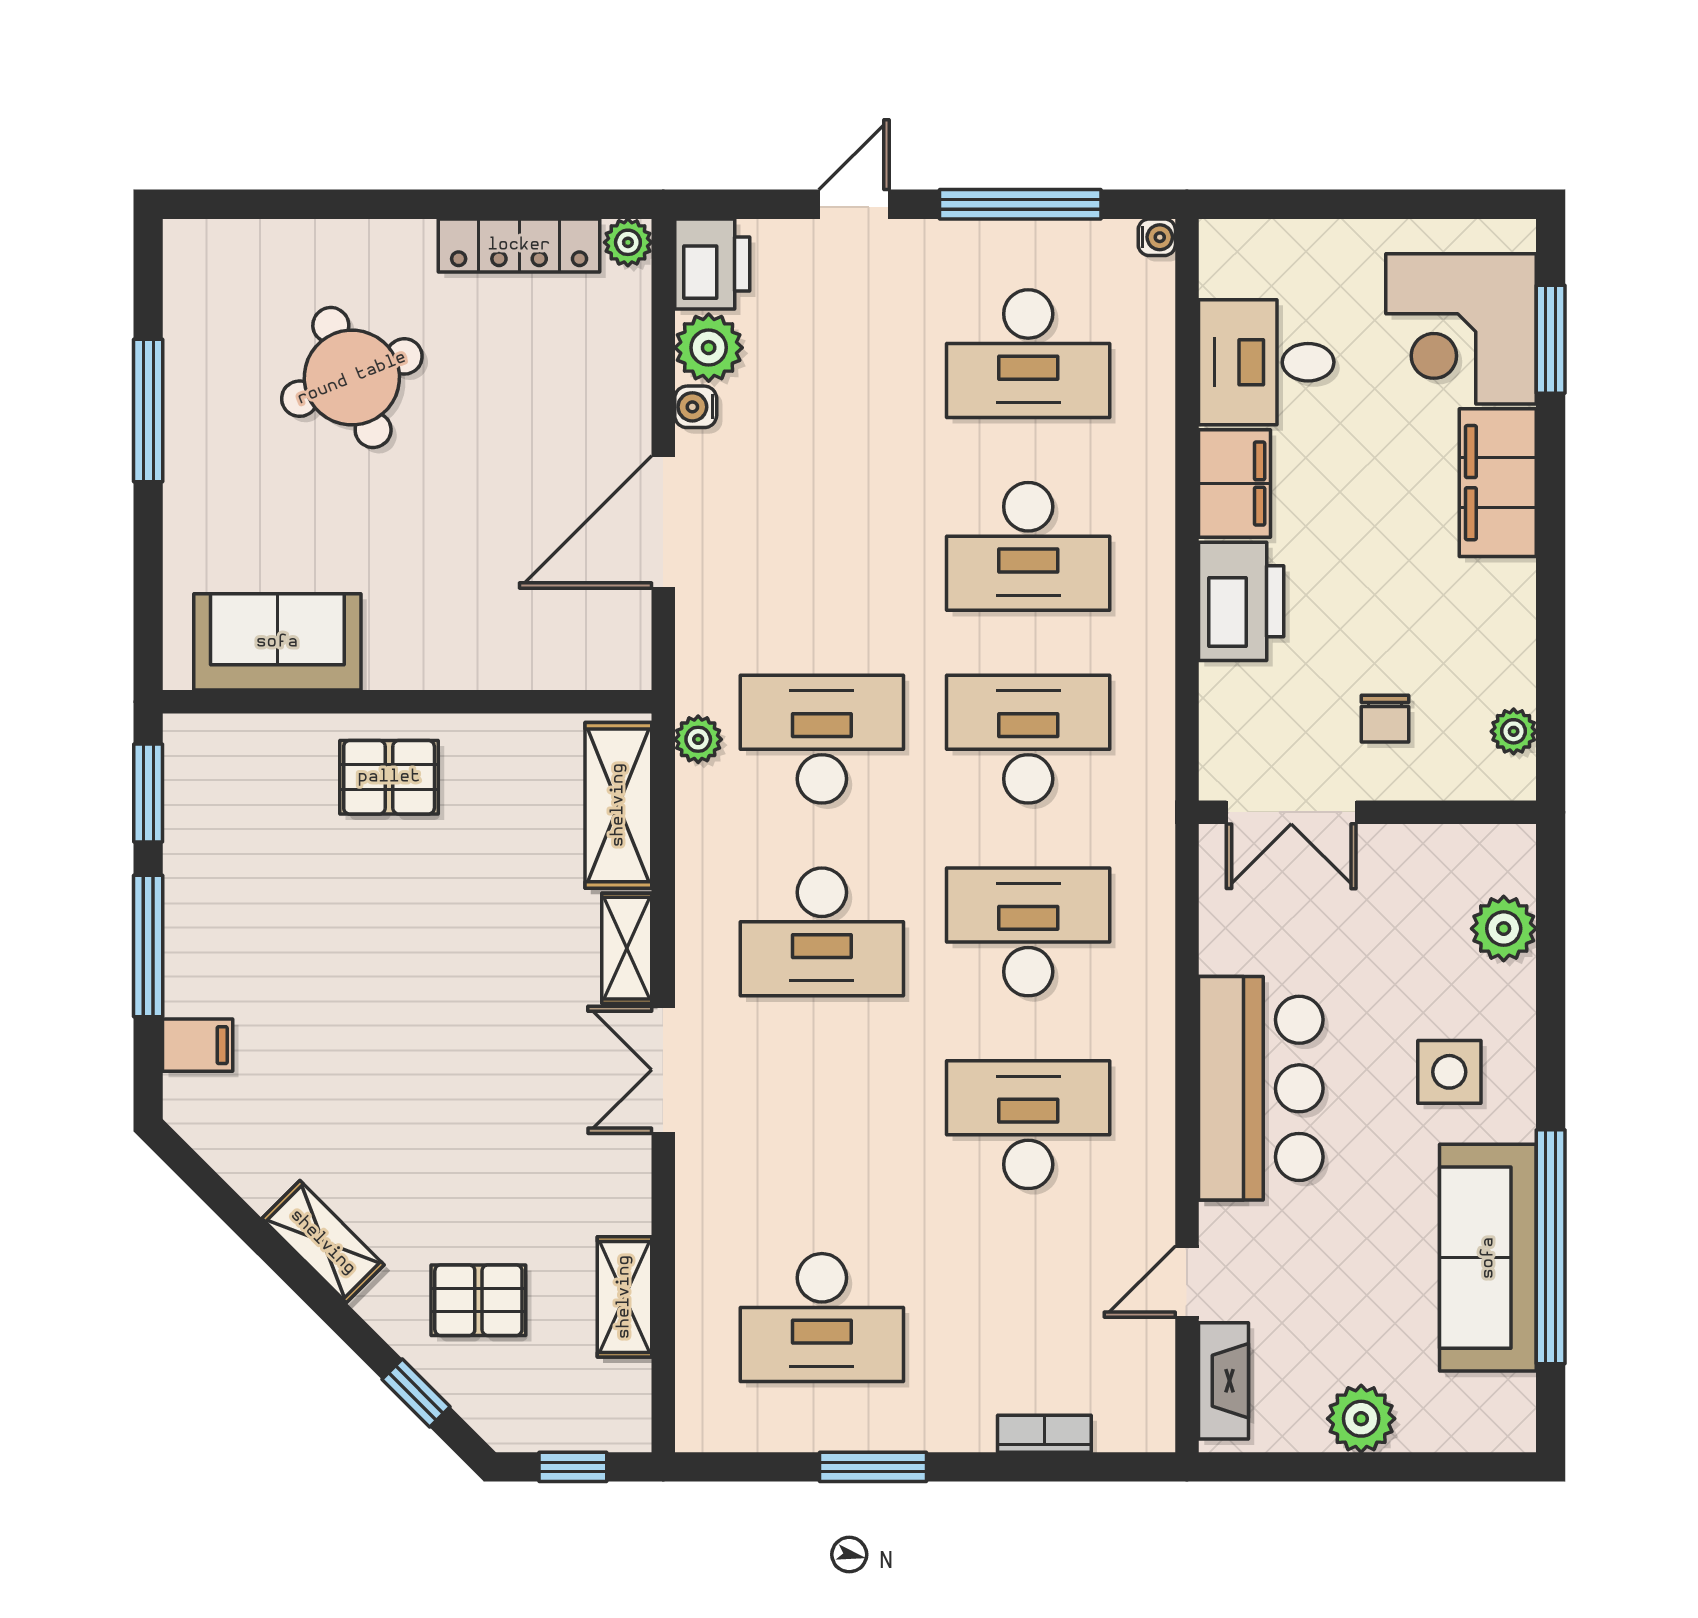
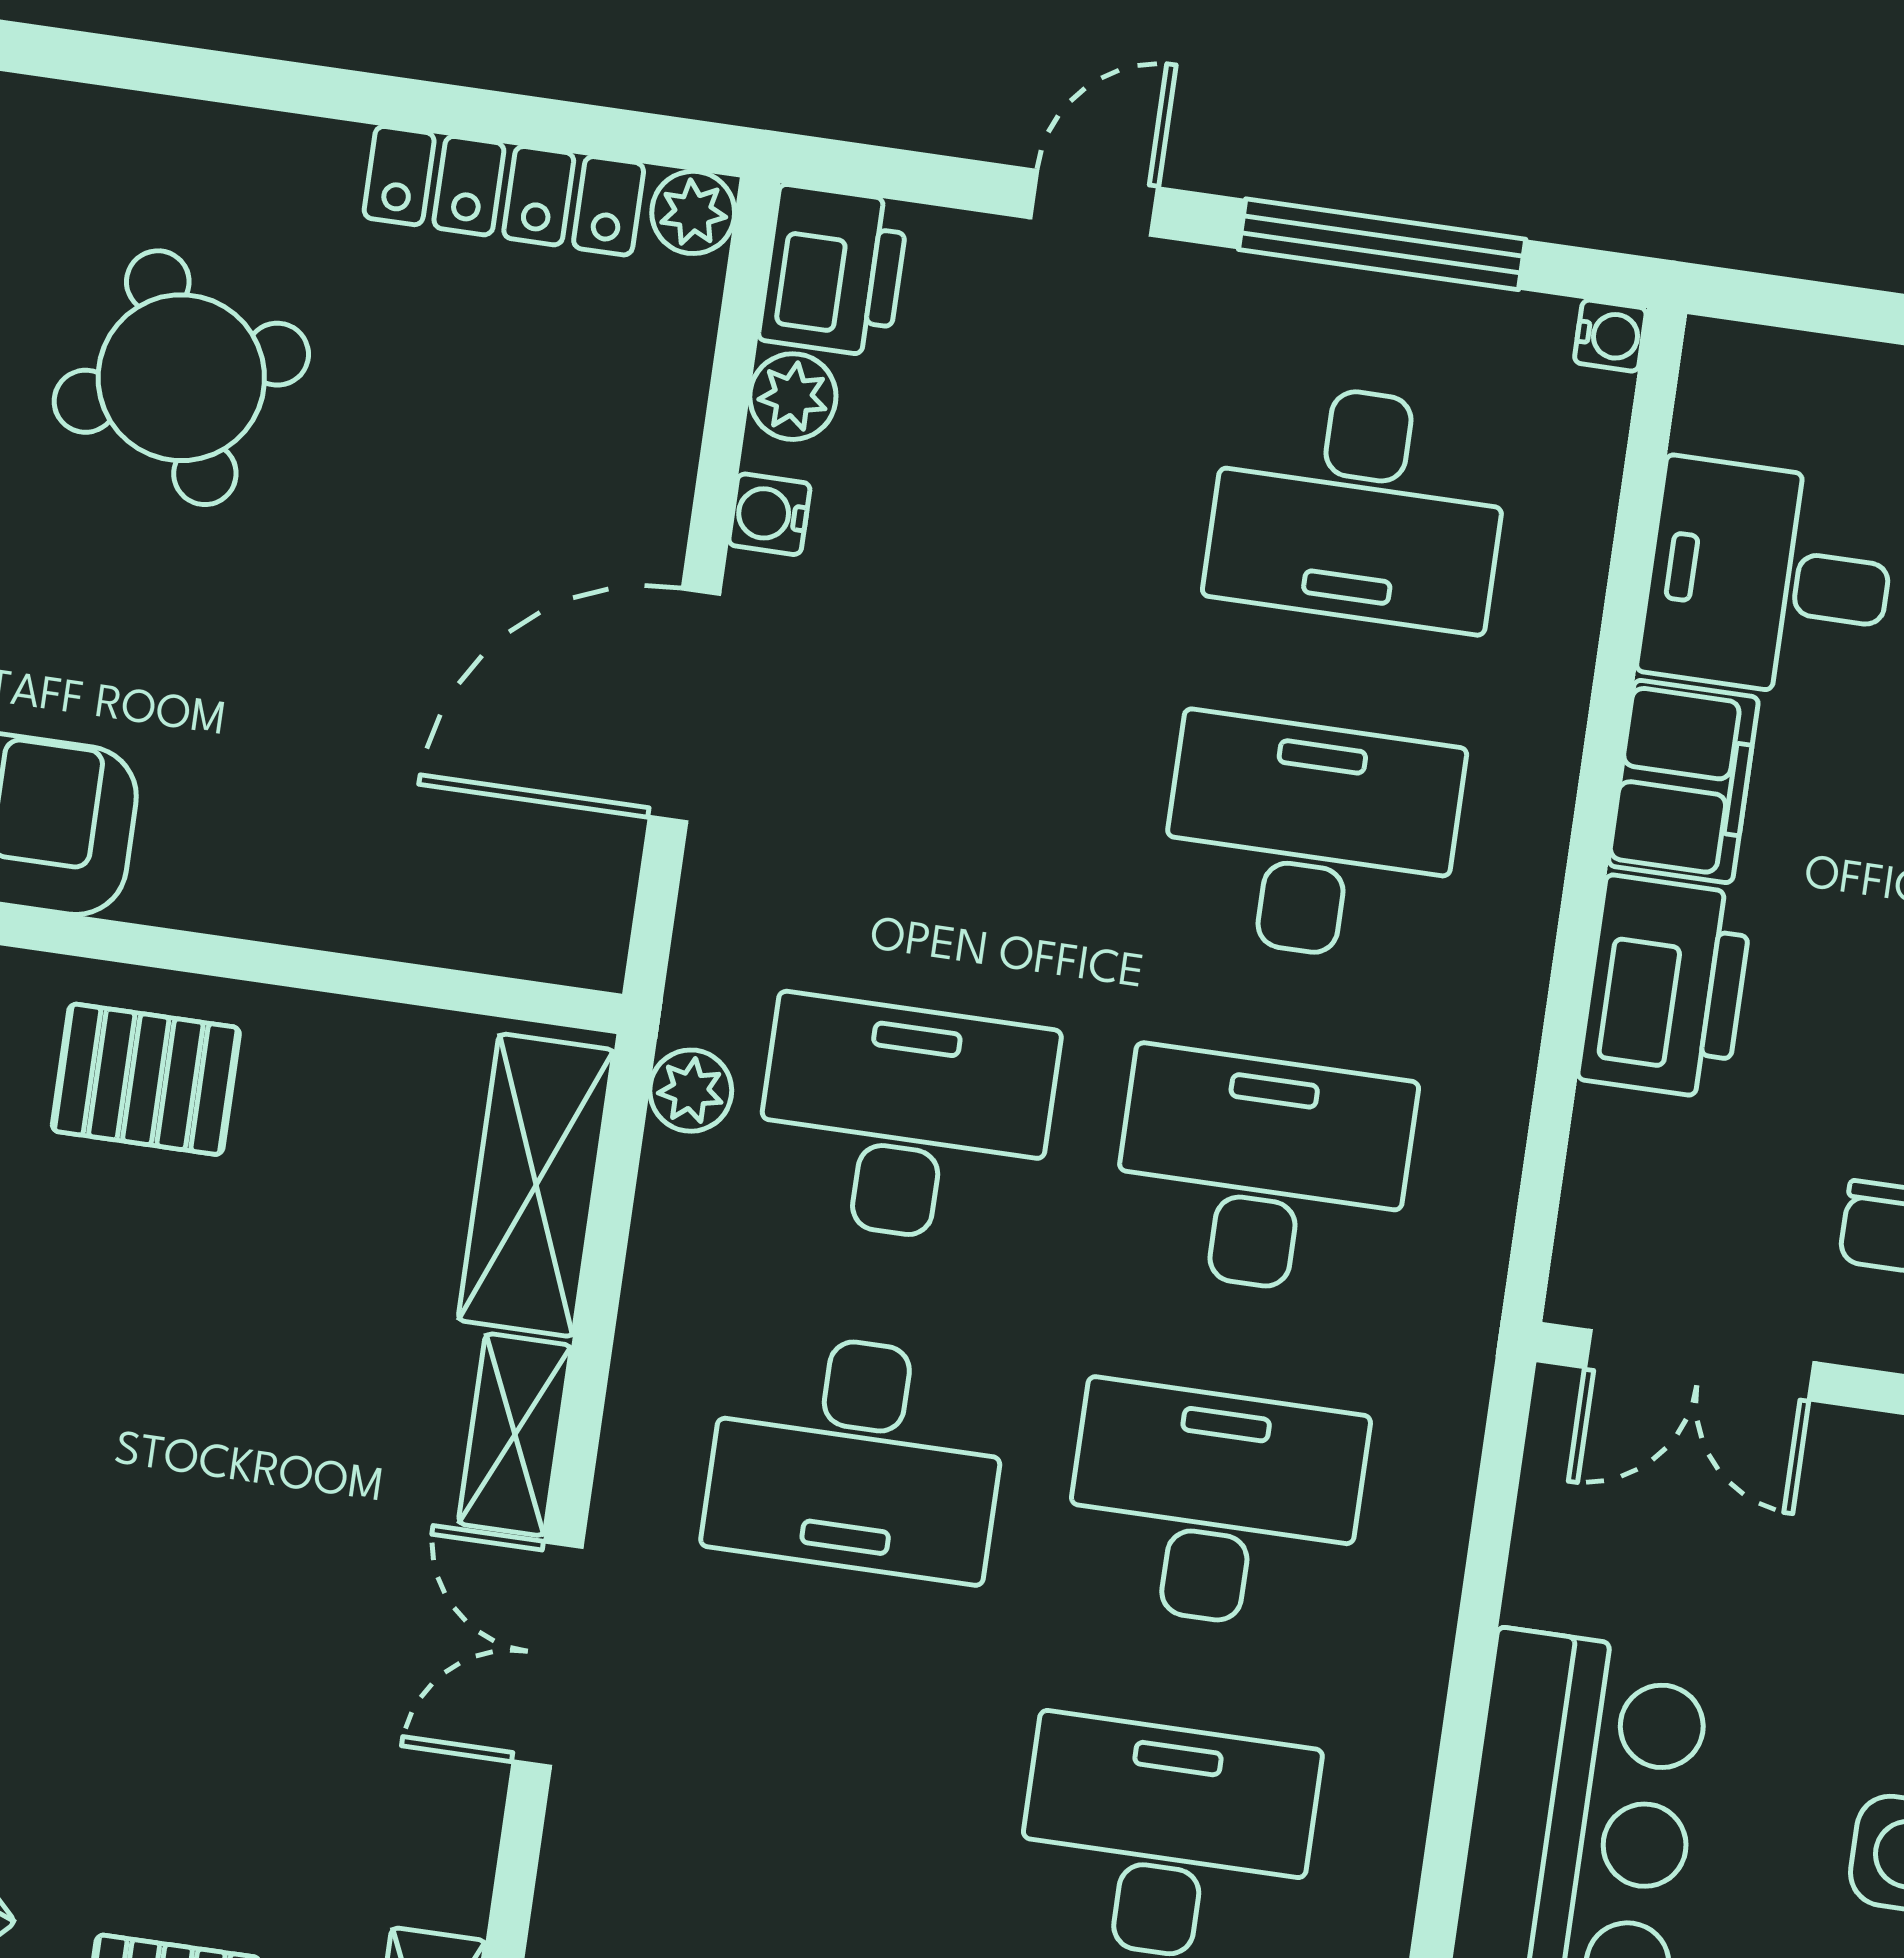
plant: (709, 348) -> (793, 397), width x0.73, depth x0.73
desk: (1028, 546) -> (1310, 839), turned 180

